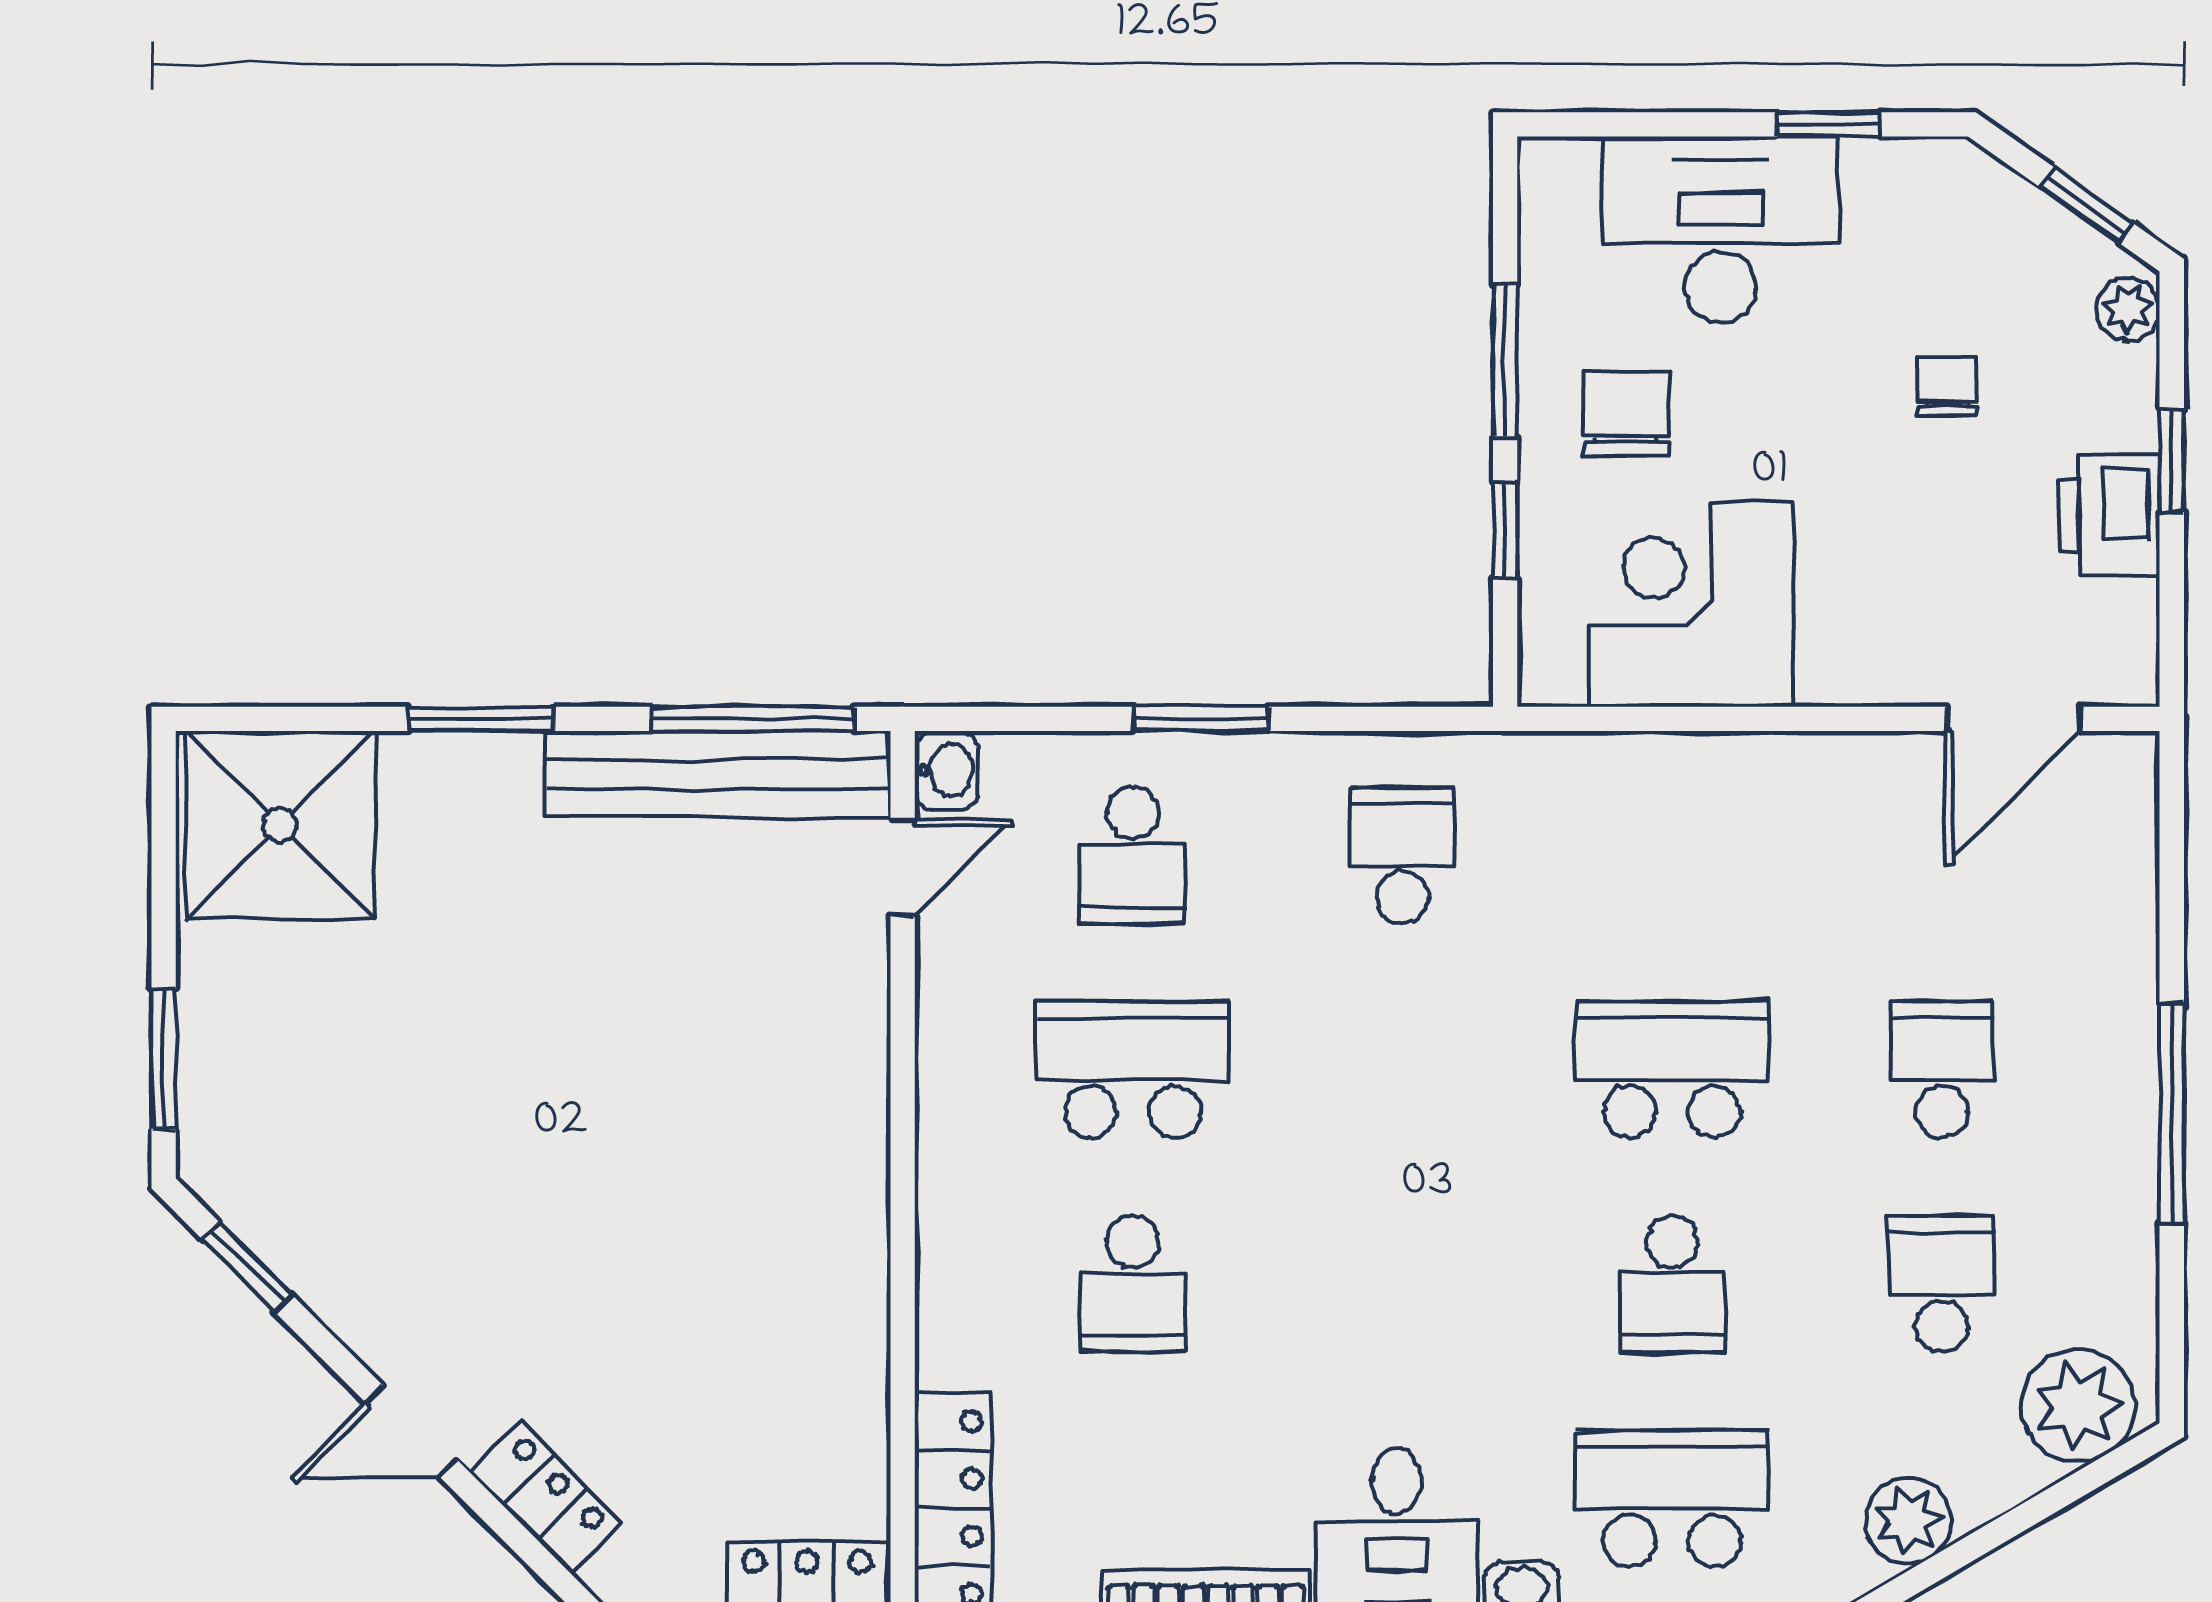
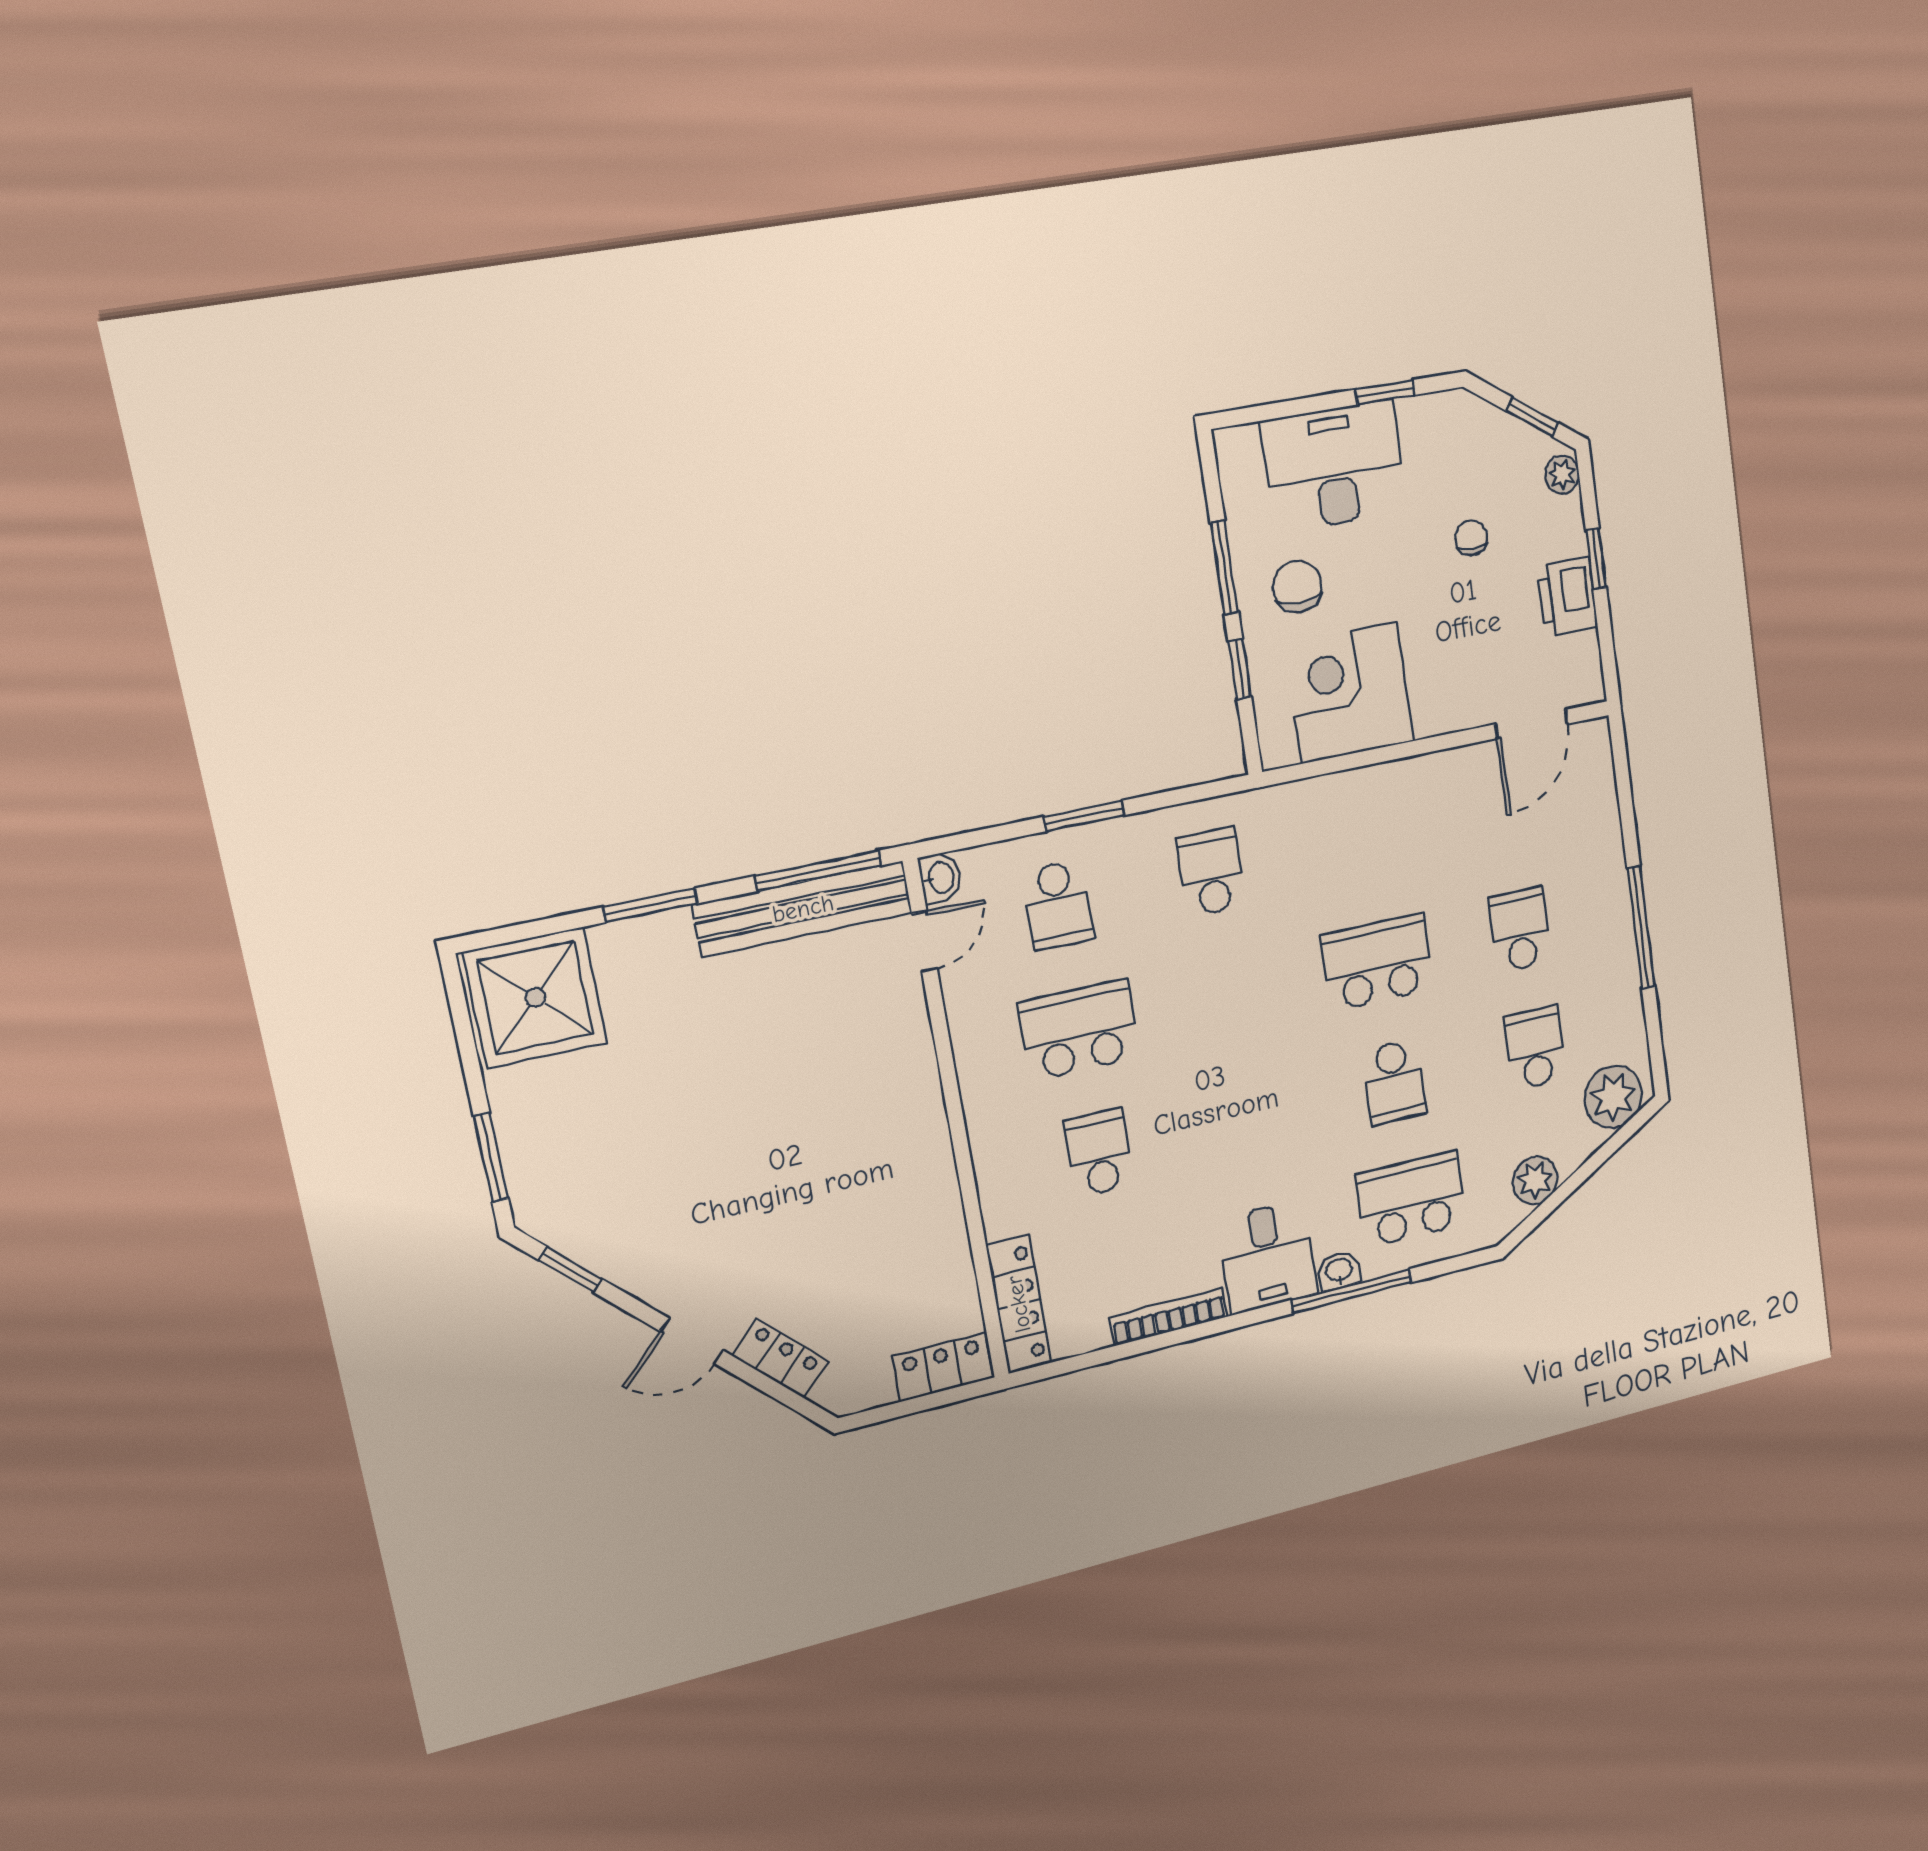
school desk: (1133, 1284) -> (1099, 1153), turned 180

